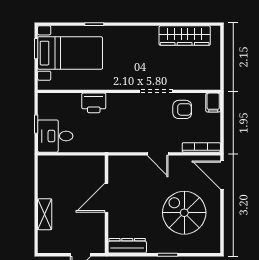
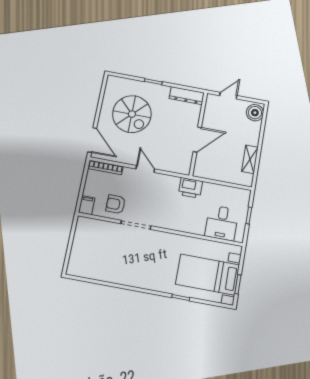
wardrobe: (185, 36) -> (100, 271), removed
printer: (94, 103) -> (190, 188), moved, turned 180
desk: (55, 136) -> (222, 223), moved, turned 90
shelving: (45, 214) -> (250, 159), moved
boiler: (47, 241) -> (255, 113), added

